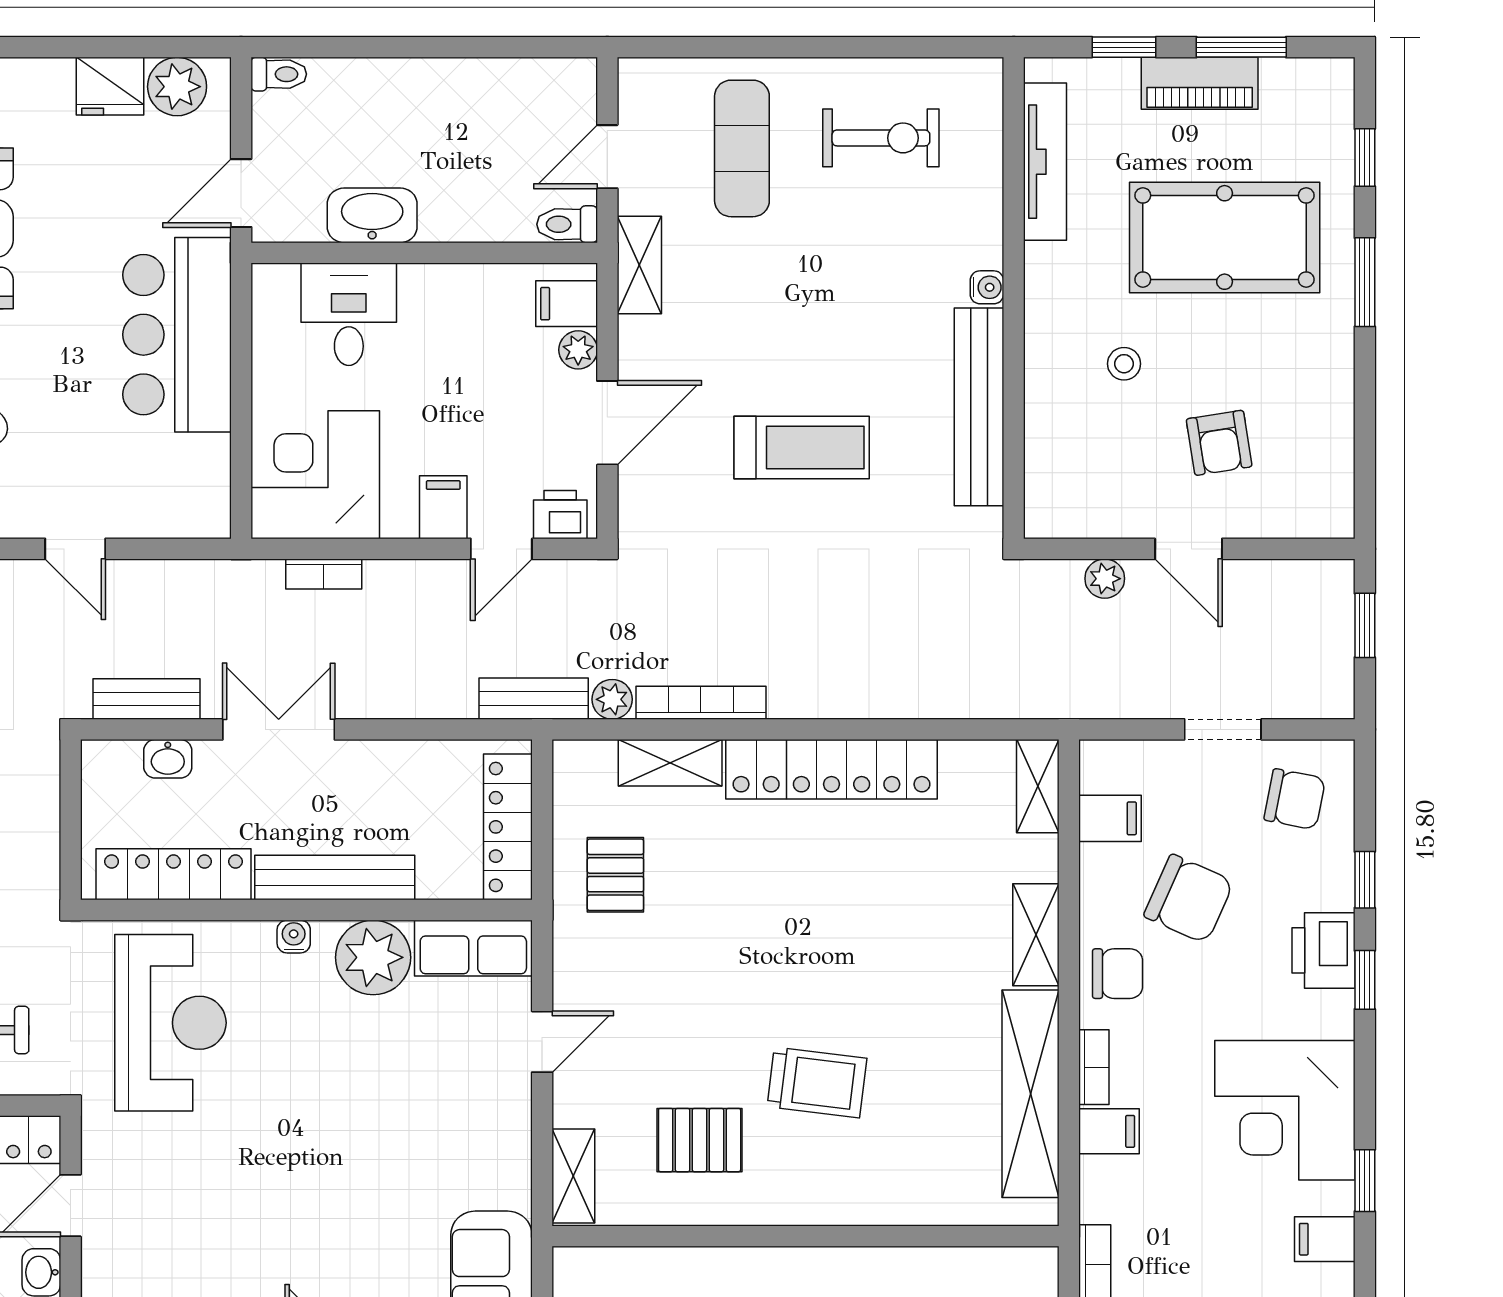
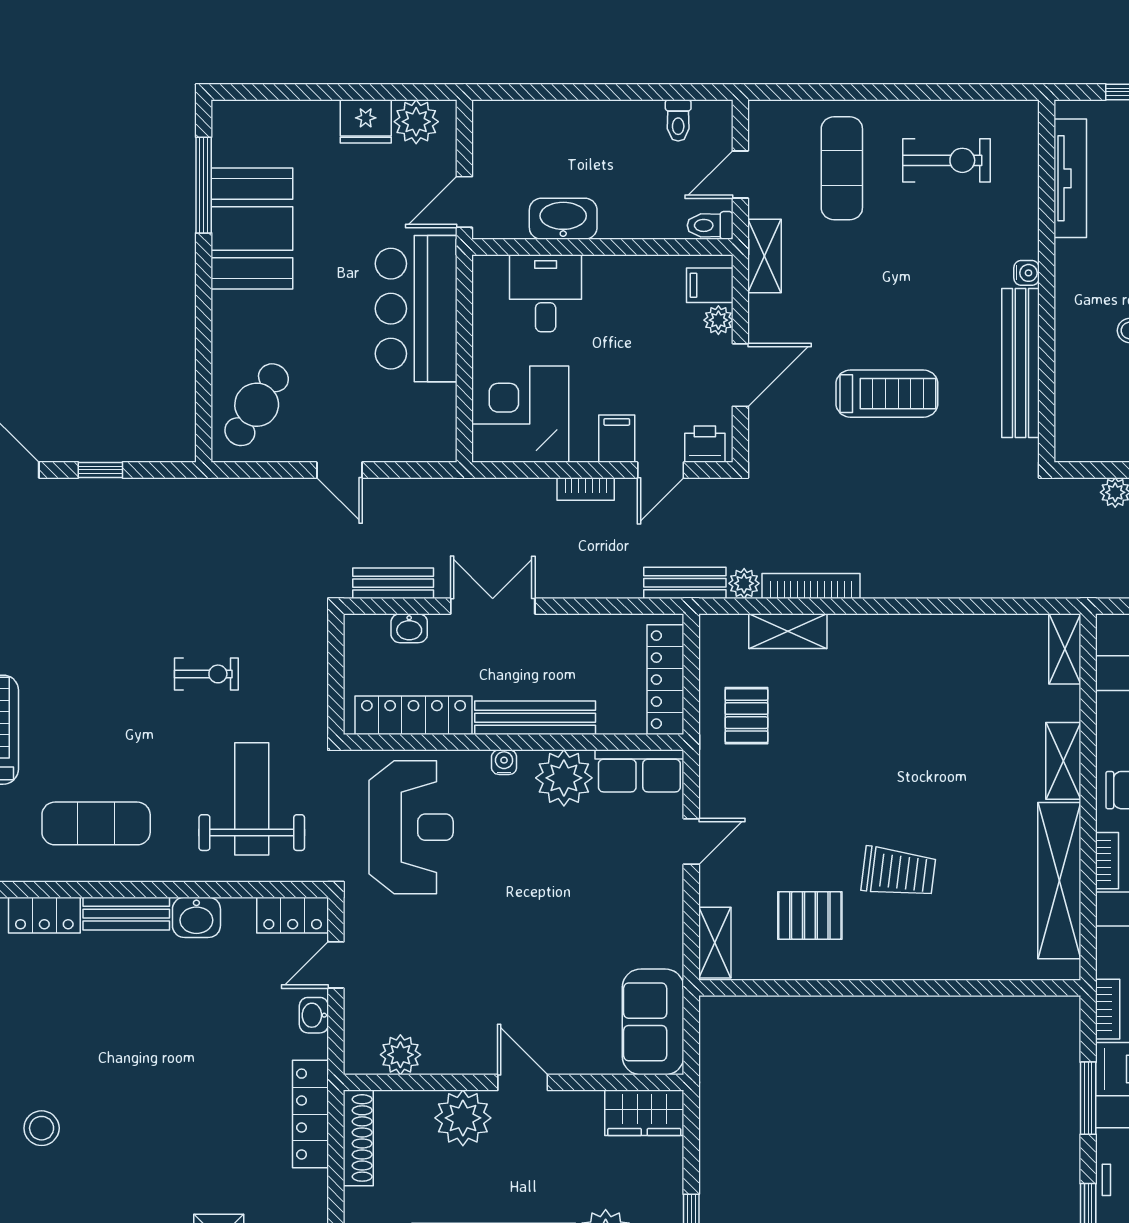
toilet: (279, 74) -> (678, 120), moved, turned 90
bookcase: (324, 574) -> (586, 489), moved
locker: (832, 769) -> (909, 636), removed

